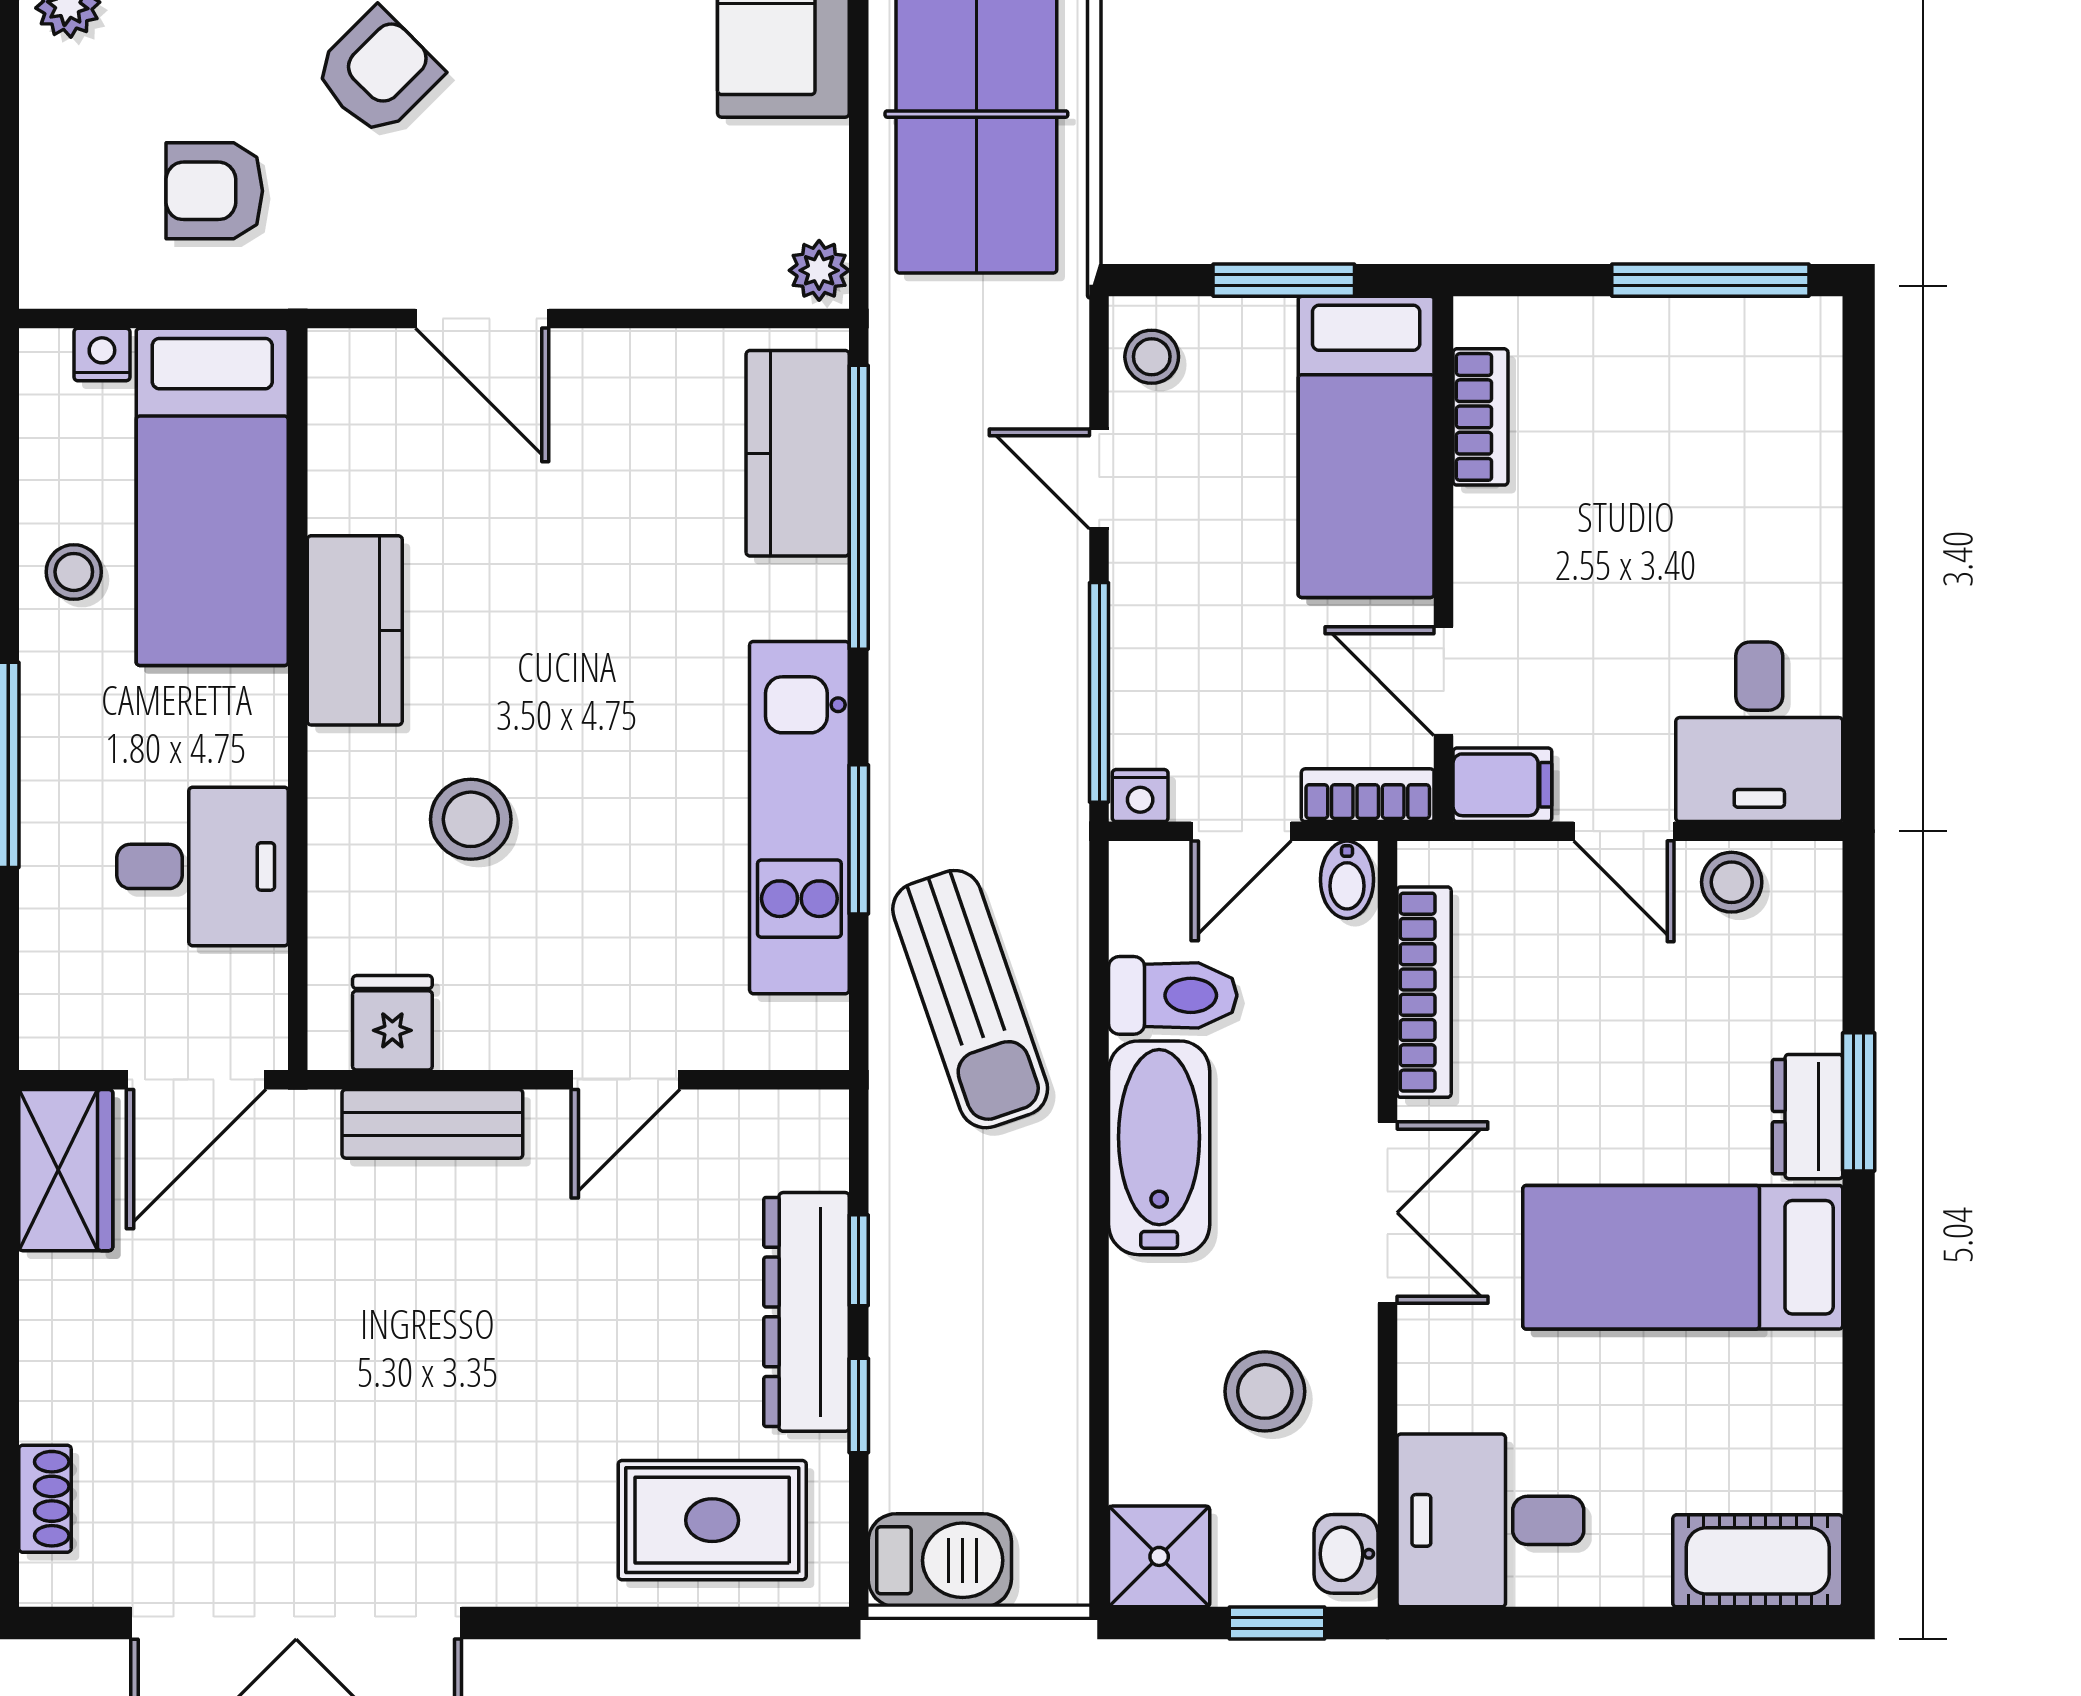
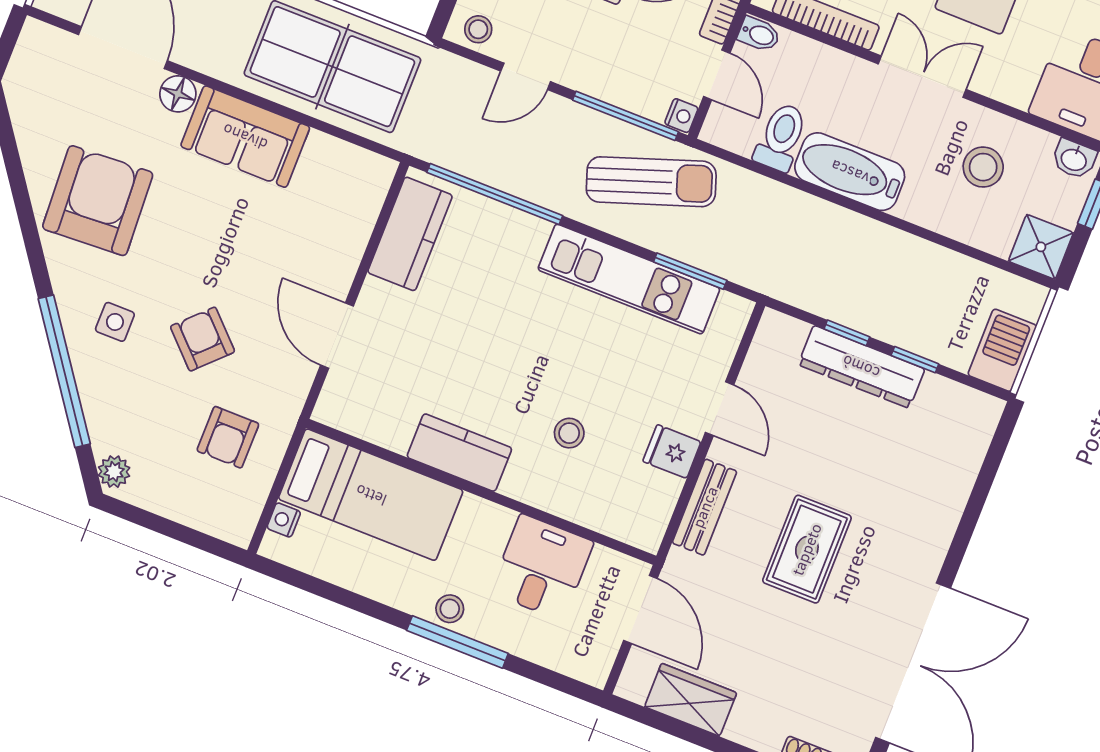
plant: (819, 270) -> (377, 169), removed
door: (482, 319) -> (337, 336), swing flipped
kitchen counter: (798, 453) -> (410, 234), moved, turned -90
stool: (74, 572) -> (450, 609), moved
stool: (471, 819) -> (569, 433), width x0.73, depth x0.73
window: (859, 839) -> (690, 271), moved
sun lounger: (970, 999) -> (651, 182), moved
fridge: (392, 1023) -> (672, 452), moved
wardrobe: (66, 1170) -> (691, 700), moved
rug: (712, 1520) -> (807, 549), moved

